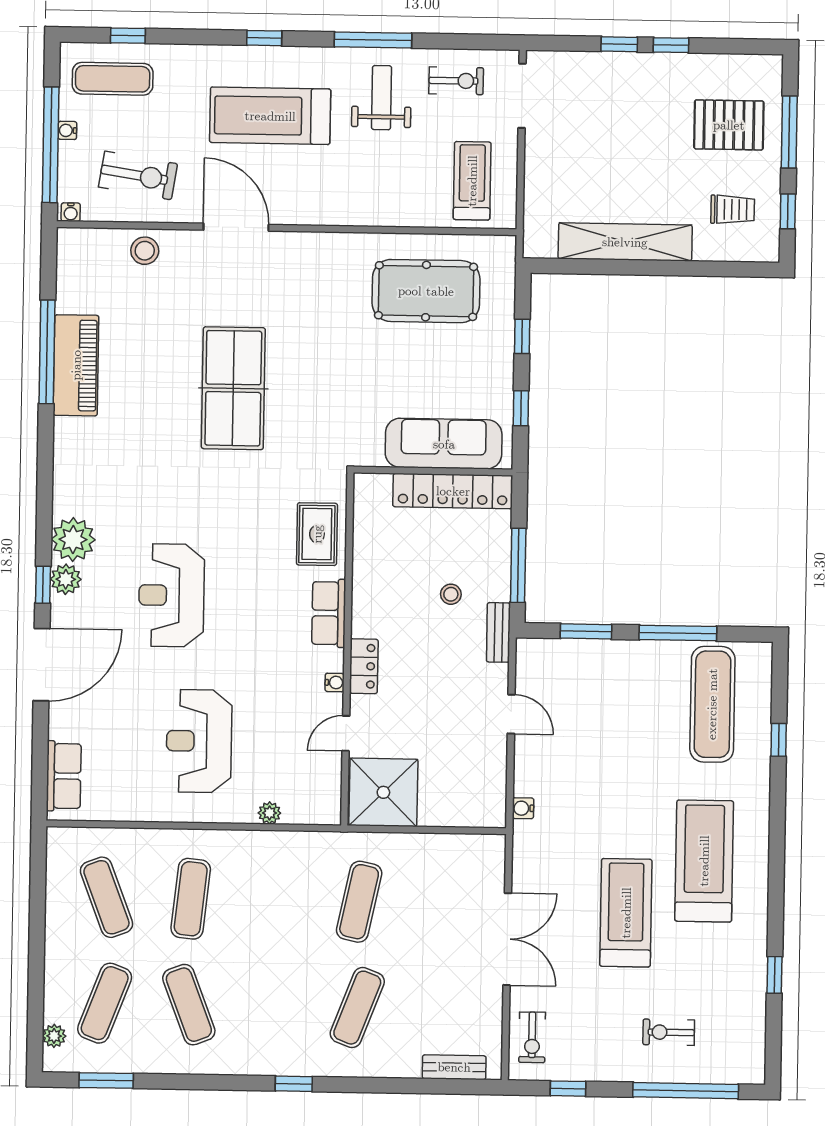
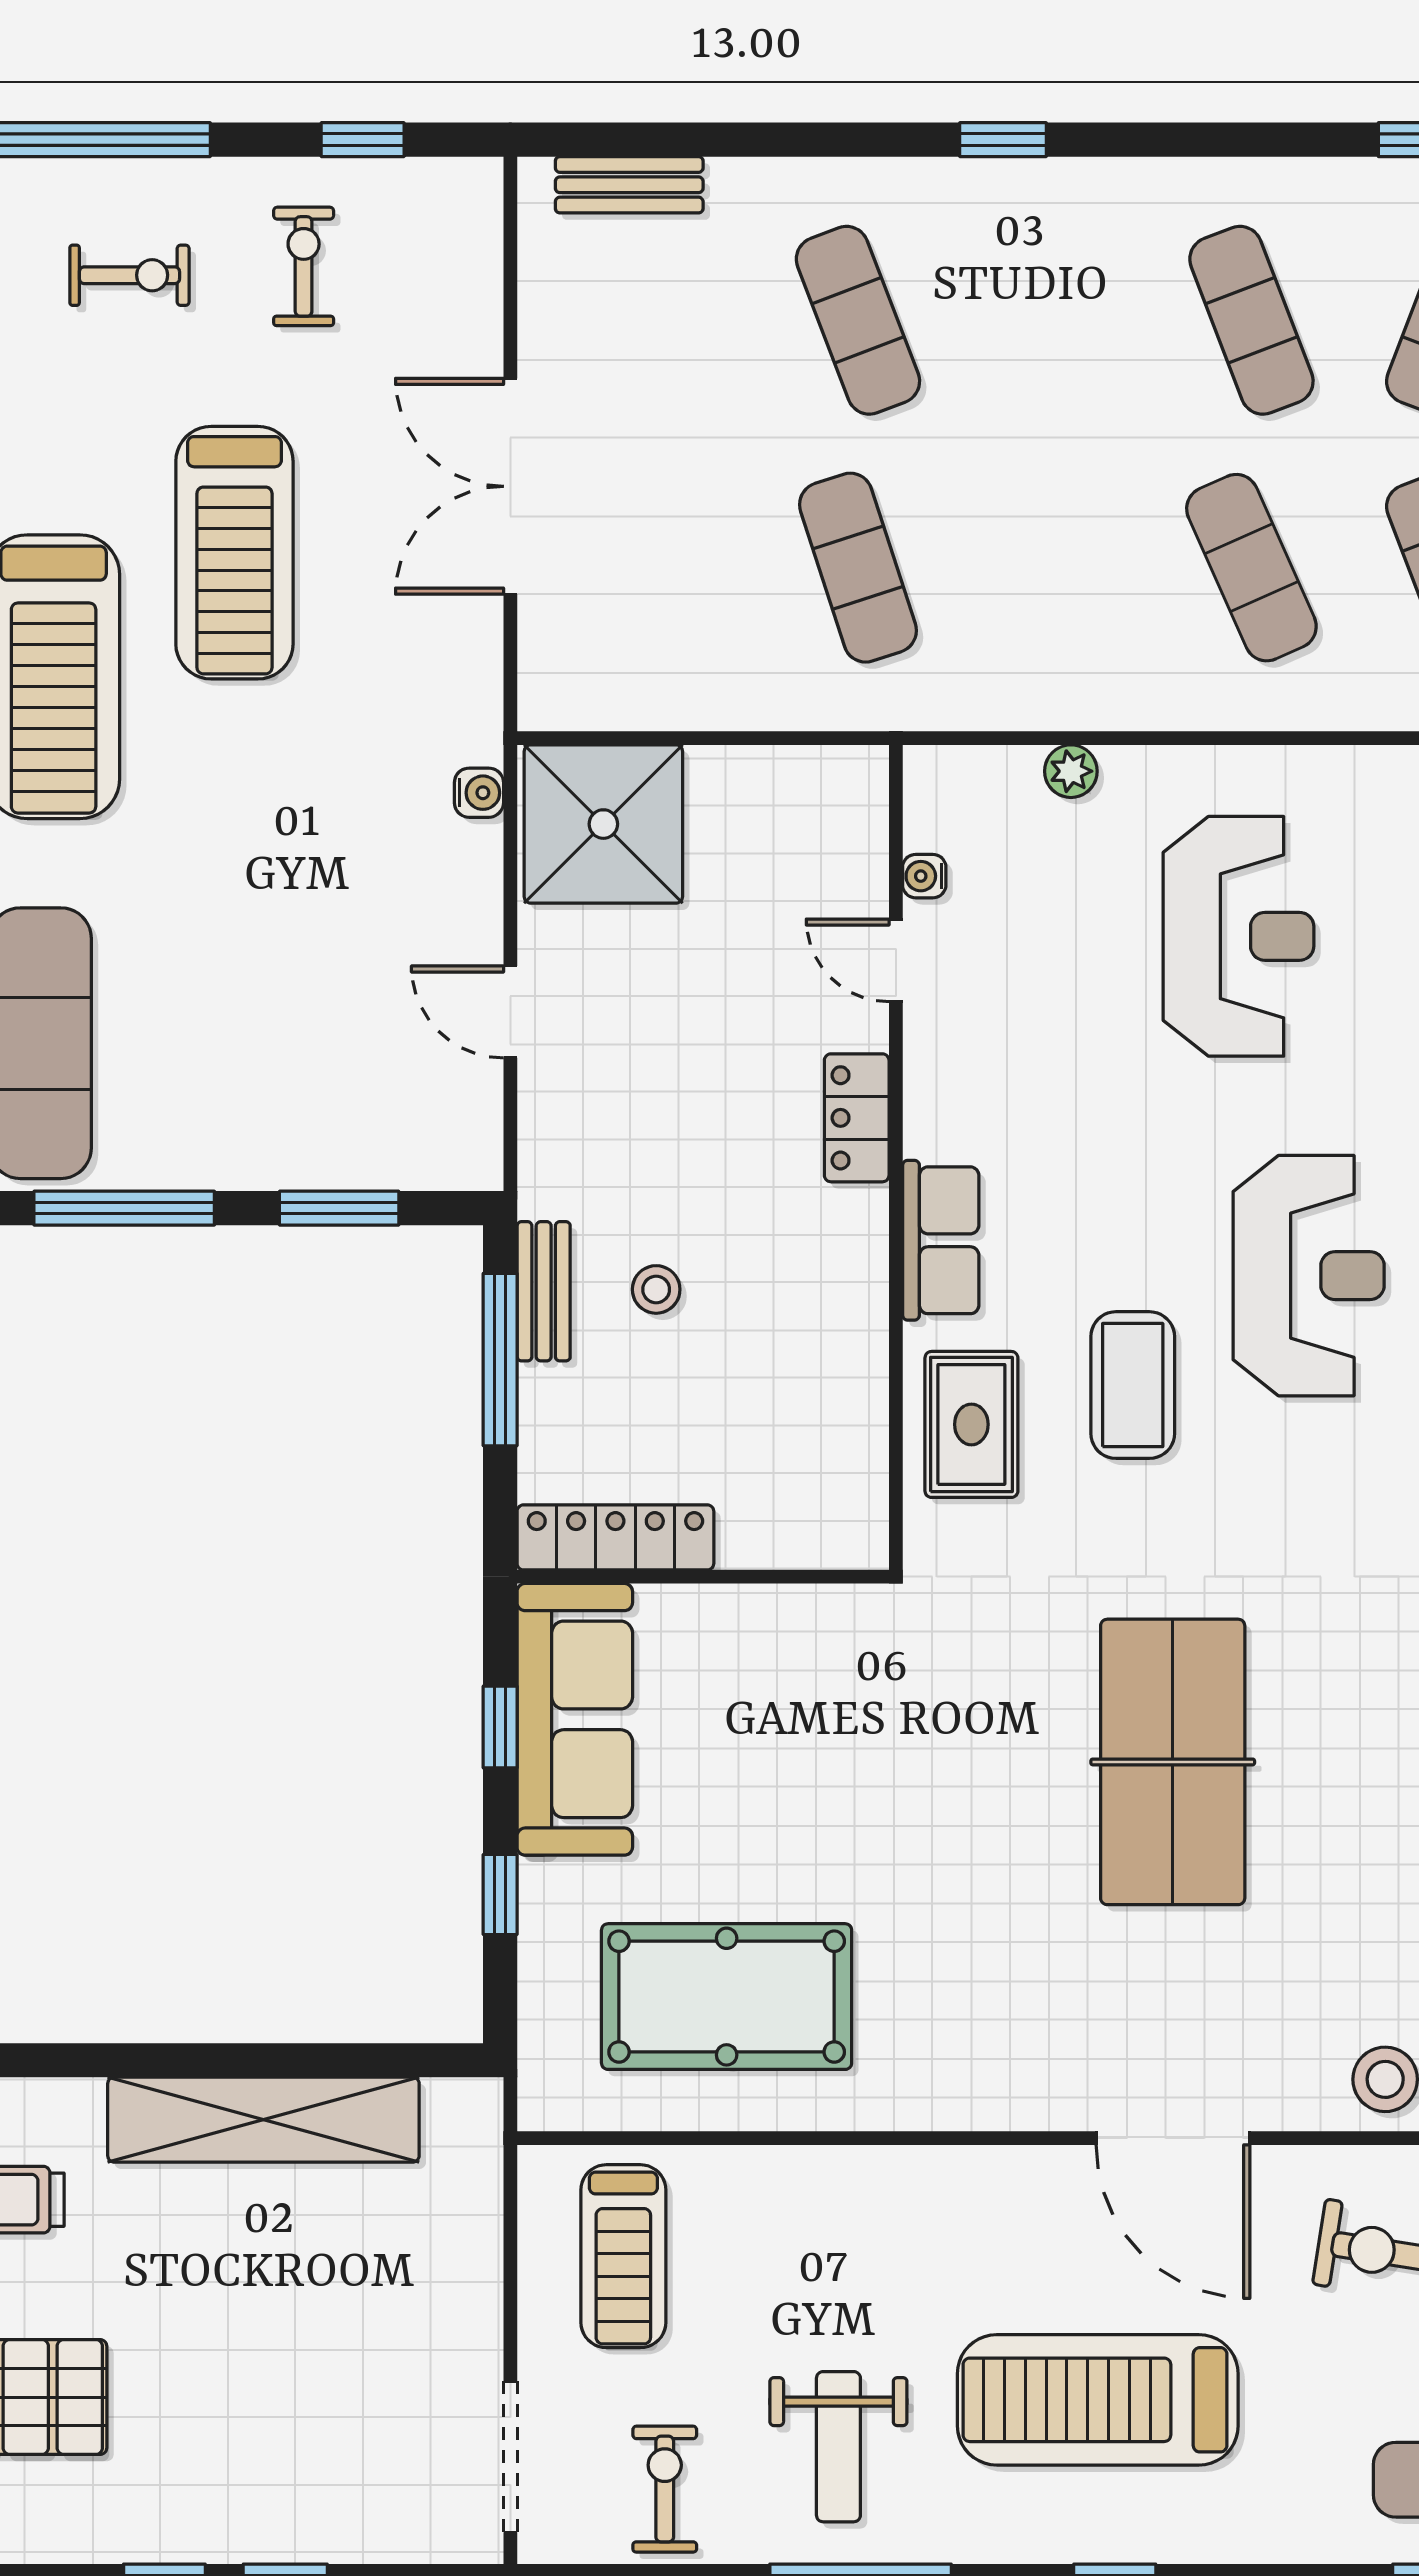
exercise bike: (456, 81) -> (665, 2489), turned 90
treadmill: (270, 116) -> (1098, 2400), turned 180
sofa: (444, 444) -> (575, 1719), moved, turned -90
locker: (453, 491) -> (615, 1537), width x0.71, depth x0.83
coffee table: (248, 550) -> (1133, 1385), added
bench: (498, 632) -> (544, 1291), moved
water cooler: (335, 682) -> (924, 876), moved
door: (346, 733) -> (896, 960), swing flipped
shower: (383, 792) -> (603, 824), moved
exercise mat: (191, 899) -> (1251, 568), turned -30
exercise mat: (359, 902) -> (858, 568), turned -30
exercise mat: (357, 1008) -> (858, 320), turned -42
exercise bike: (532, 1037) -> (304, 266), moved

